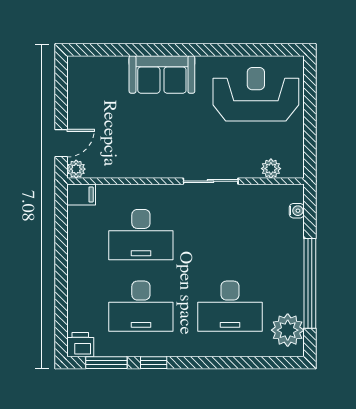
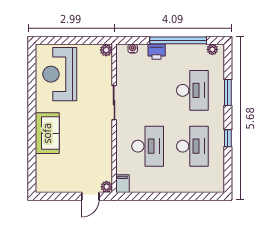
door: (61, 143) -> (90, 196), swing flipped
plant: (271, 169) -> (106, 50), moved
plant: (288, 330) -> (212, 49), width x0.53, depth x0.53
printer: (80, 345) -> (157, 52), moved, turned -90
window: (106, 363) -> (228, 93), moved

